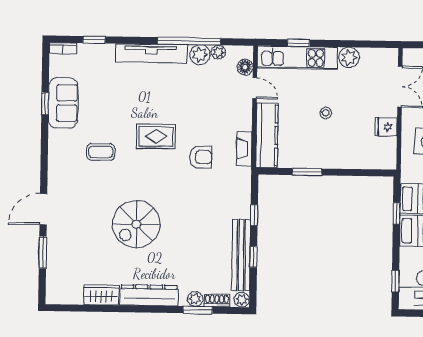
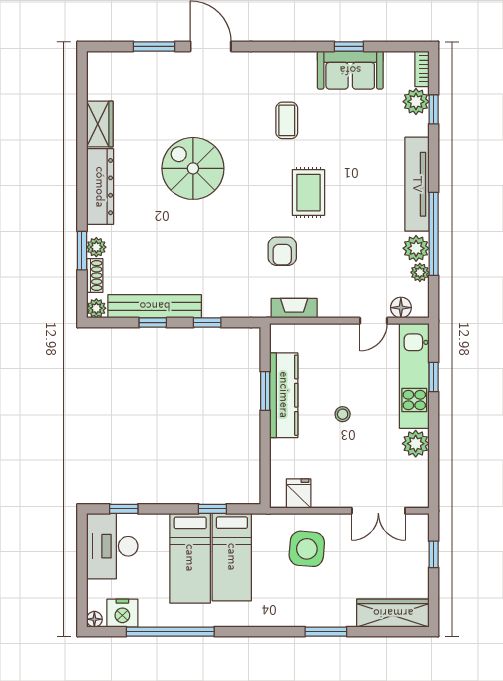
plant: (88, 53) -> (416, 102), added
fridge: (386, 127) -> (299, 493), moved
kitchen counter: (267, 135) -> (284, 395), moved, turned -90

